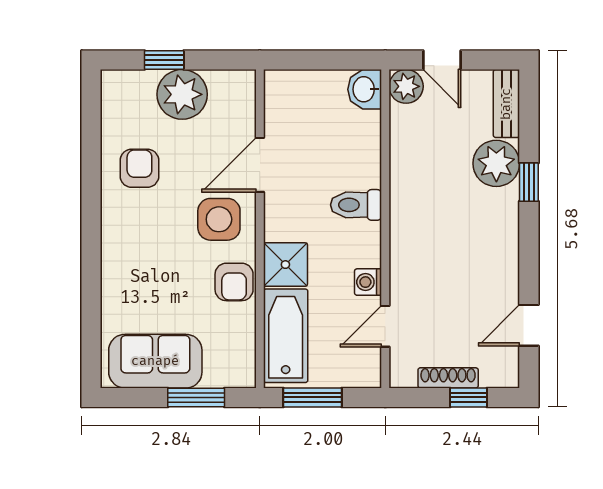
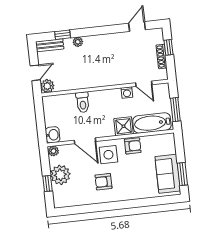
plant: (243, 84) -> (54, 151), added
washbasin: (365, 89) -> (53, 135), moved, turned -90
plant: (496, 163) -> (78, 42), width x0.53, depth x0.53
armchair: (139, 168) -> (103, 182), moved
window: (529, 182) -> (63, 35), moved
toilet: (356, 205) -> (83, 102), moved
door: (529, 325) -> (137, 27), swing flipped
window: (196, 397) -> (182, 174), moved

